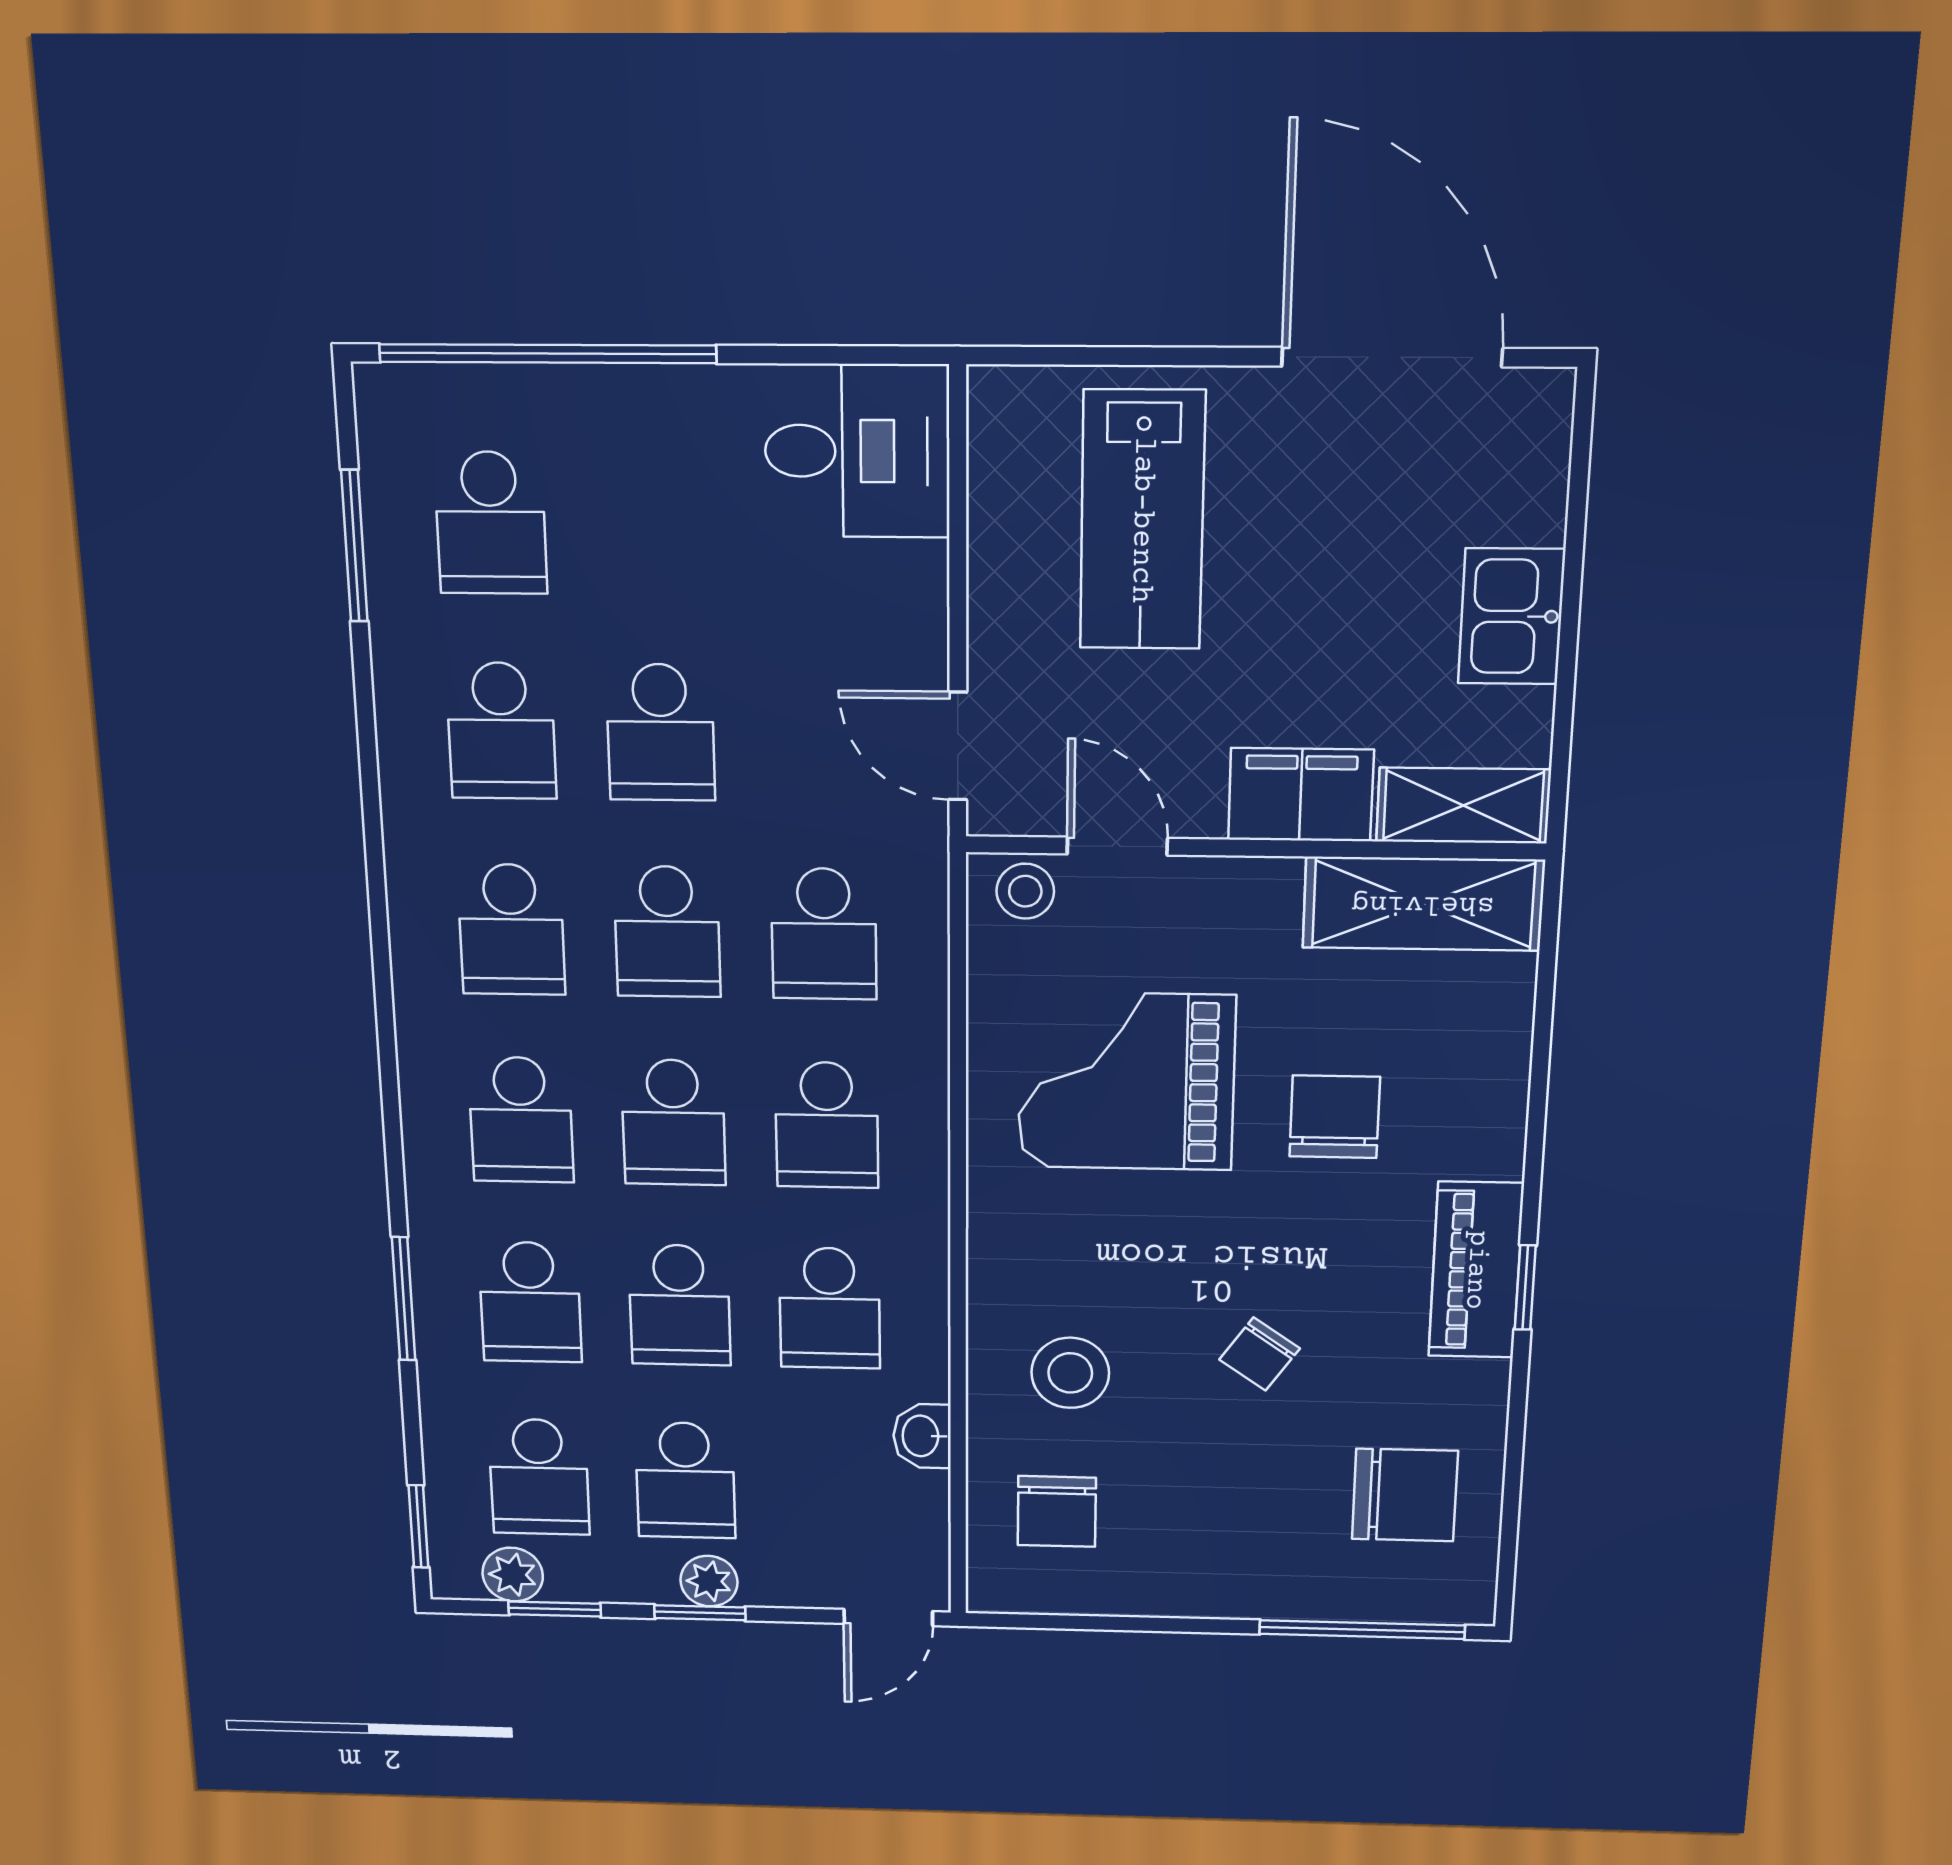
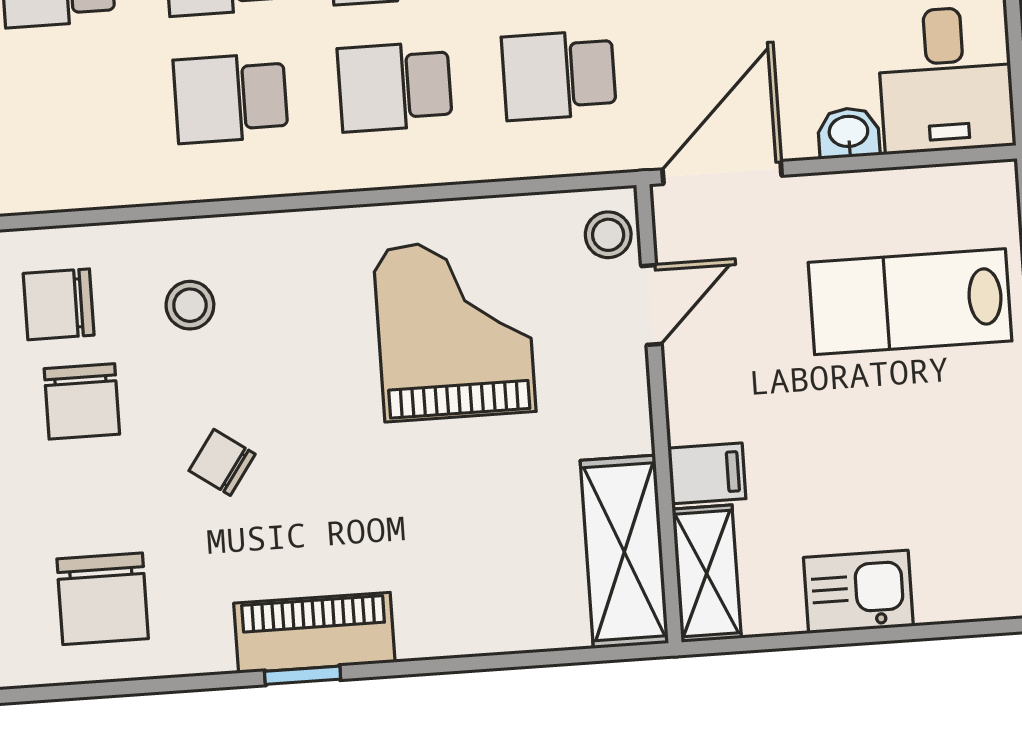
door: (958, 746) -> (722, 173), width x1.38
filing cabinet: (1301, 795) -> (707, 473), width x0.50
chair: (1335, 1117) -> (82, 401), moved, turned 90
stool: (1070, 1373) -> (190, 305), width x0.73, depth x0.73
washbasin: (922, 1436) -> (849, 133), moved

